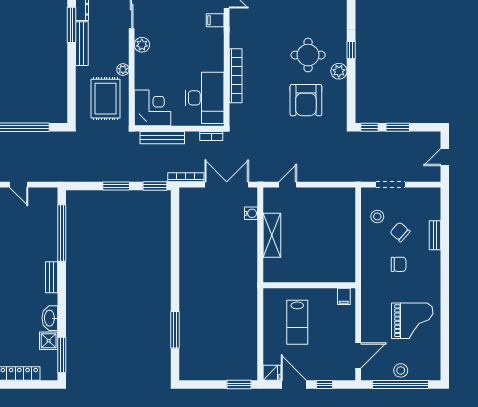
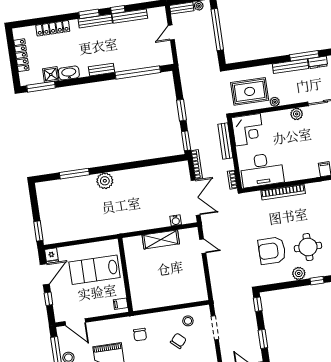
window: (398, 127) -> (263, 339), moved
chair: (399, 264) -> (140, 335), moved
plant: (189, 293) -> (105, 181), added
lab bench: (297, 322) -> (95, 270), width x1.36, depth x1.39

